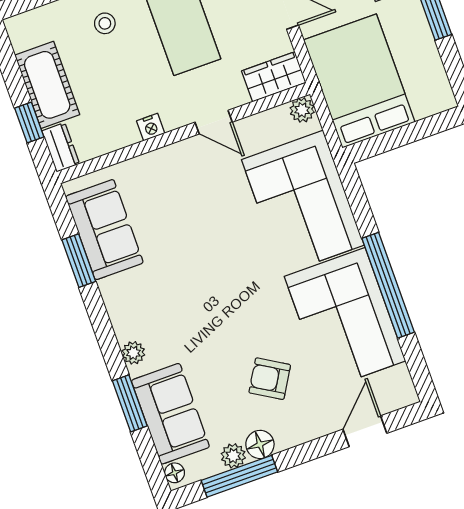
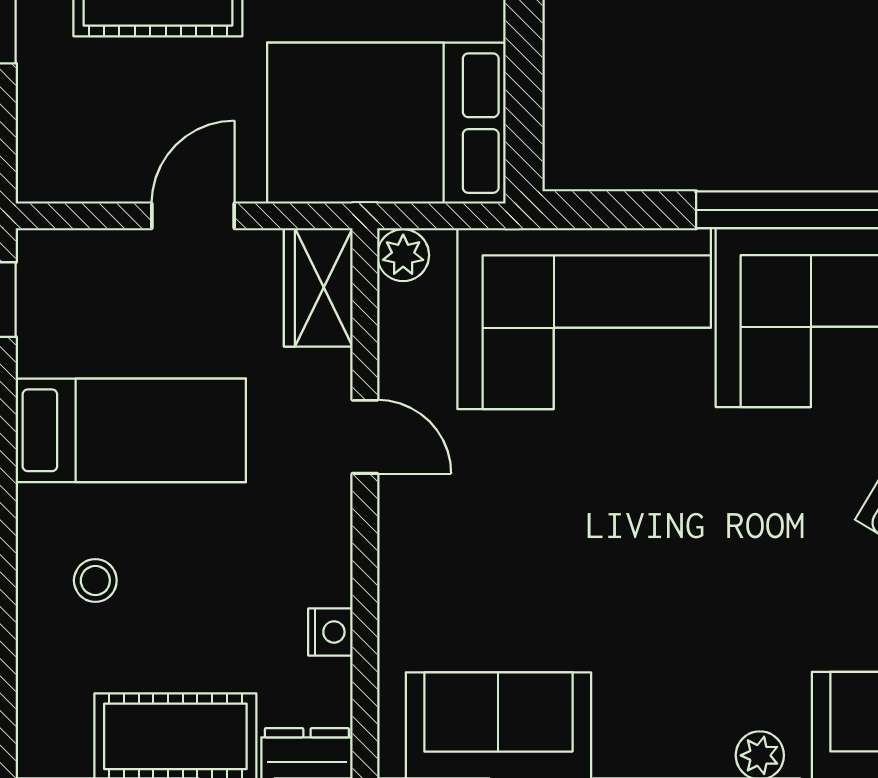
door: (214, 122) -> (365, 437), hinge flipped
nightstand: (151, 127) -> (330, 632), moved

